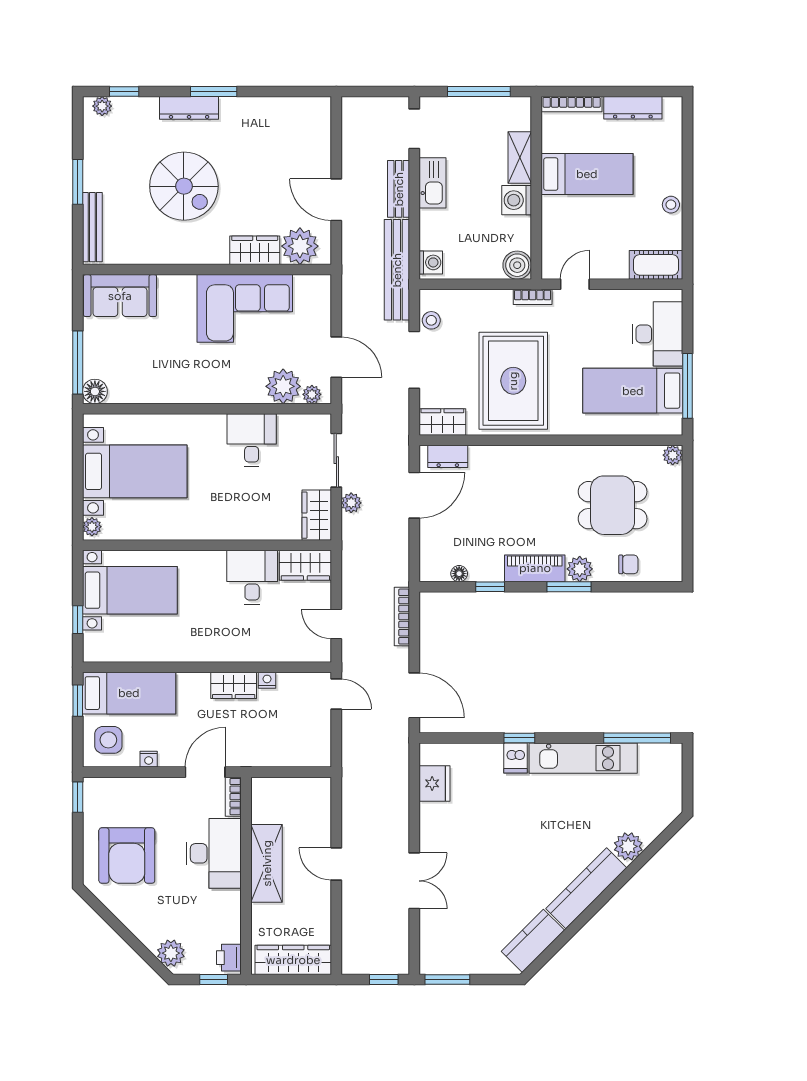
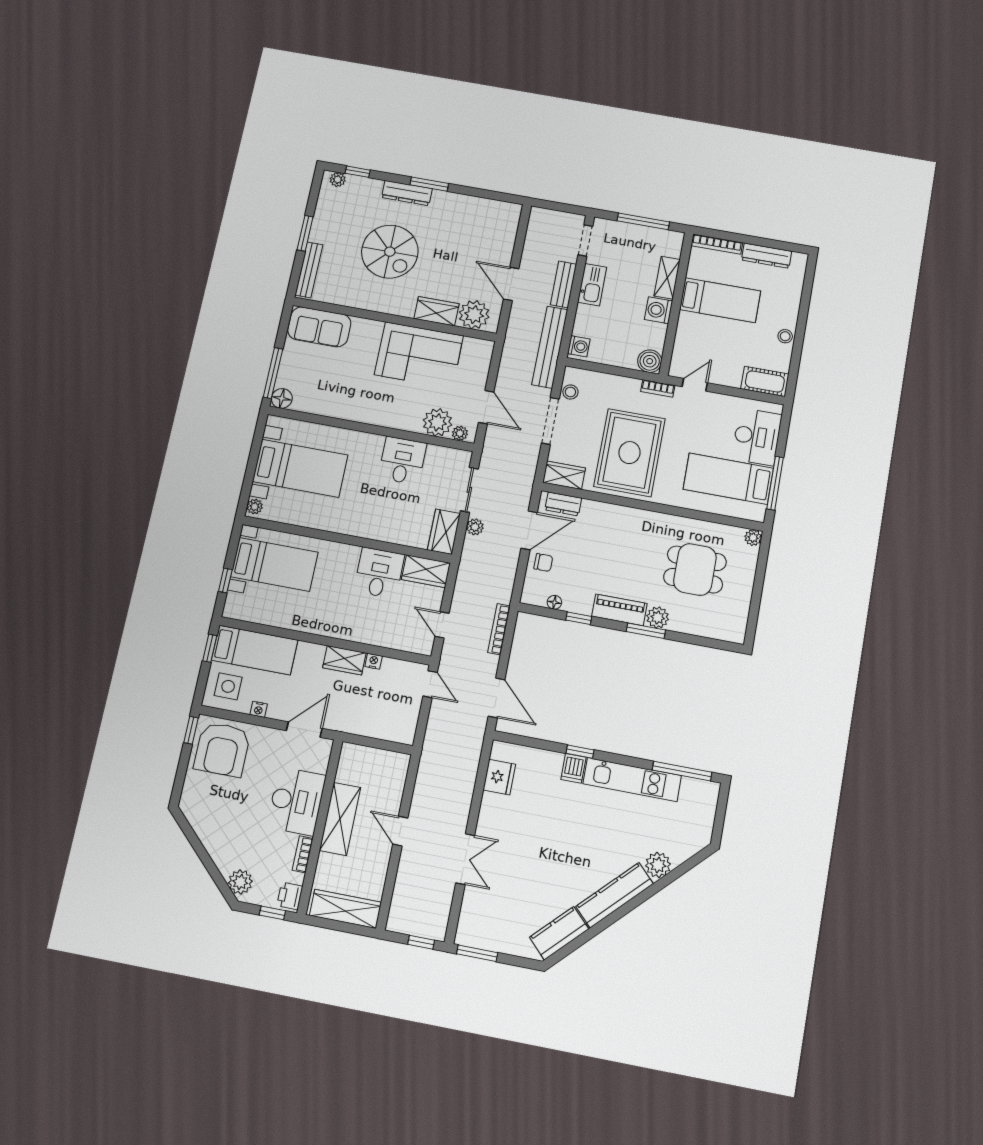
chair: (628, 564) -> (543, 563), moved
bookcase: (233, 797) -> (303, 854), moved
armchair: (127, 856) -> (222, 749), moved

